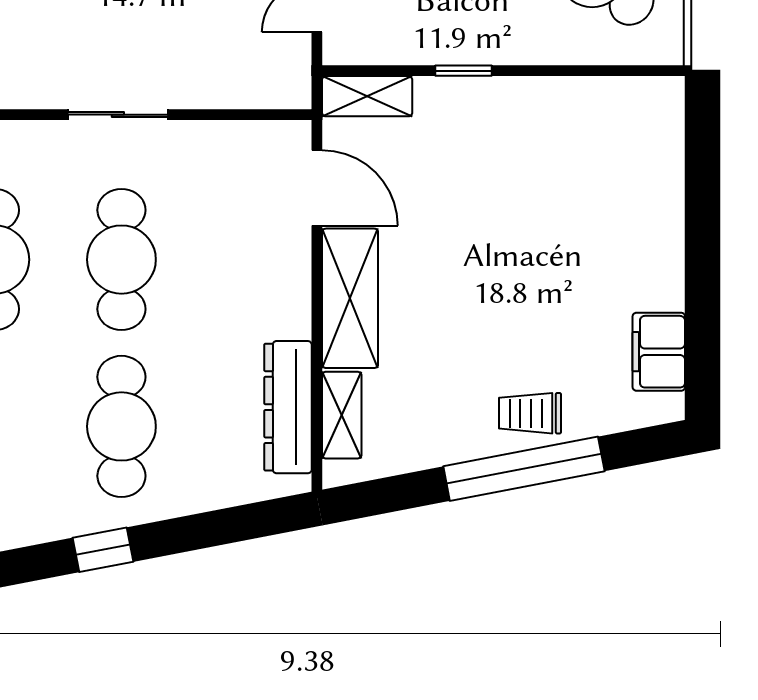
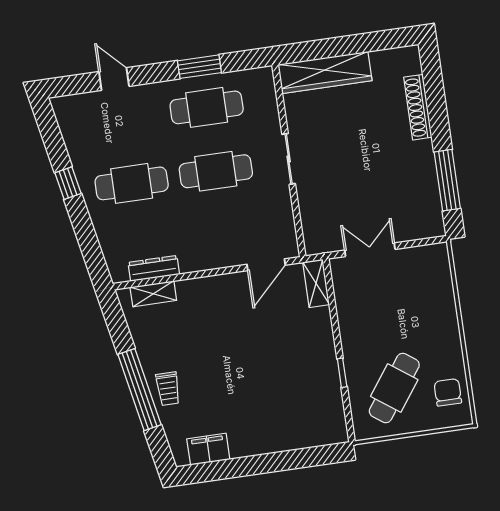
window: (463, 71) -> (342, 373), moved
shelving: (350, 298) -> (213, 289), removed
dresser: (288, 407) -> (154, 268), width x0.73, depth x0.80
trolley: (530, 413) -> (168, 389), turned 180

